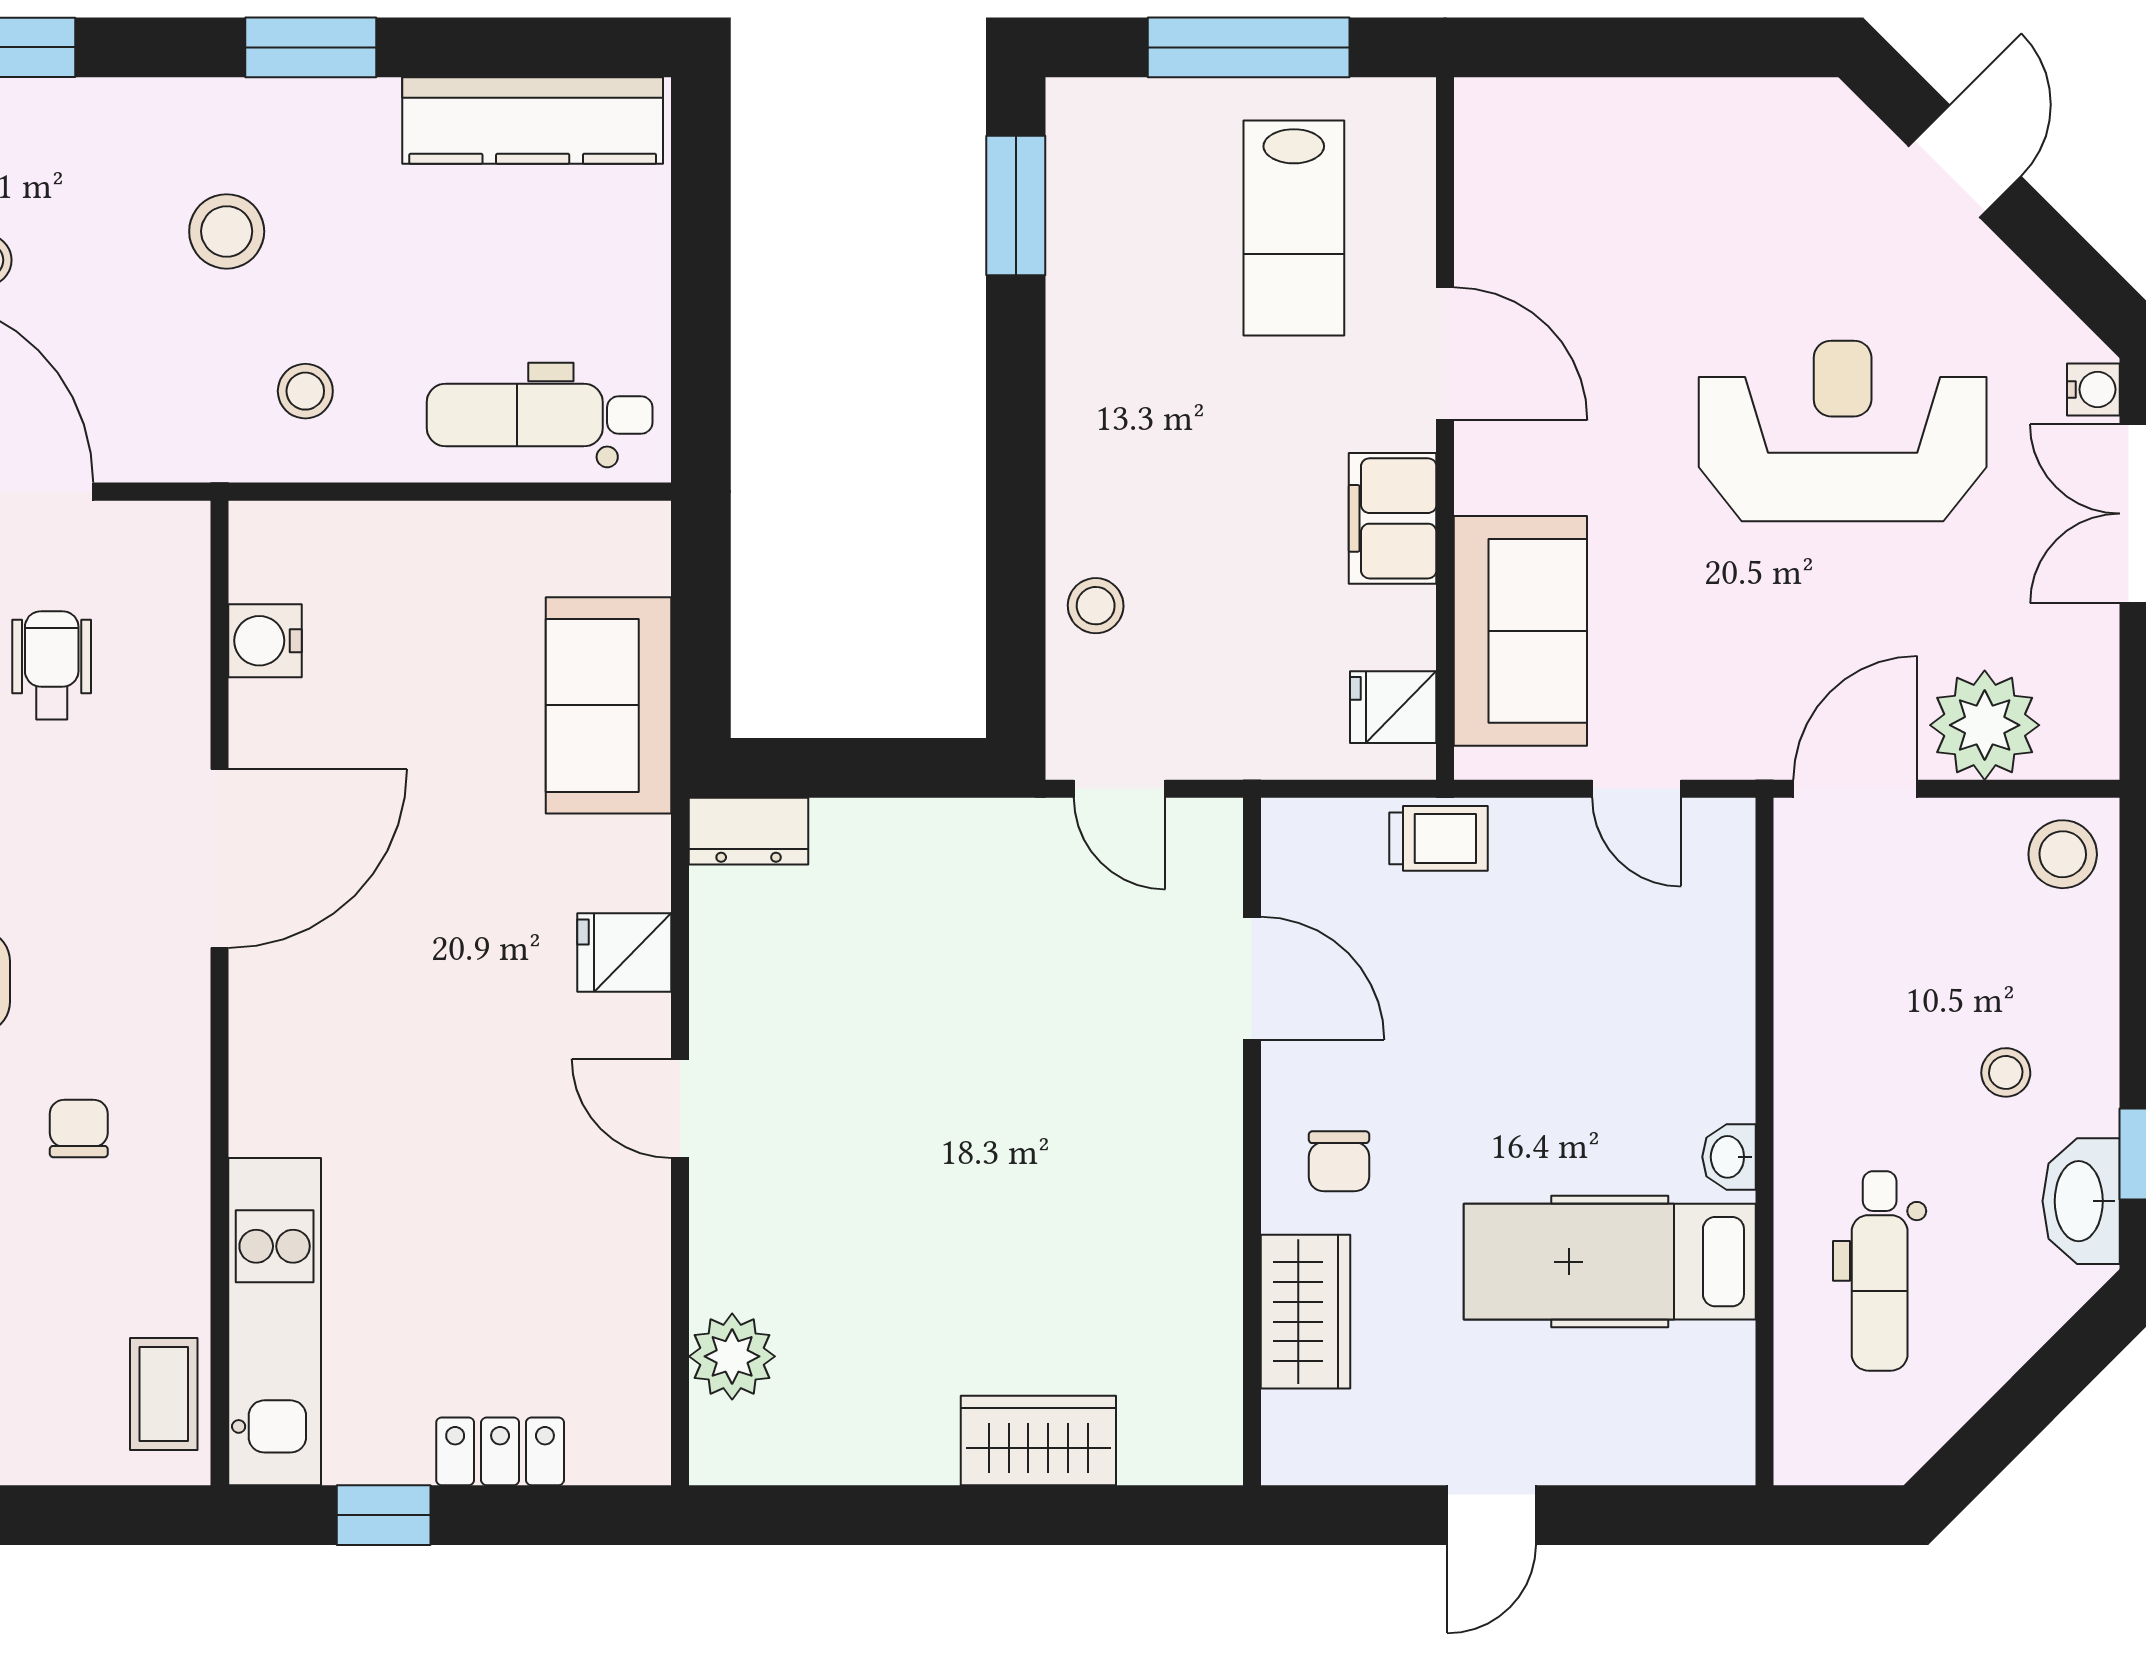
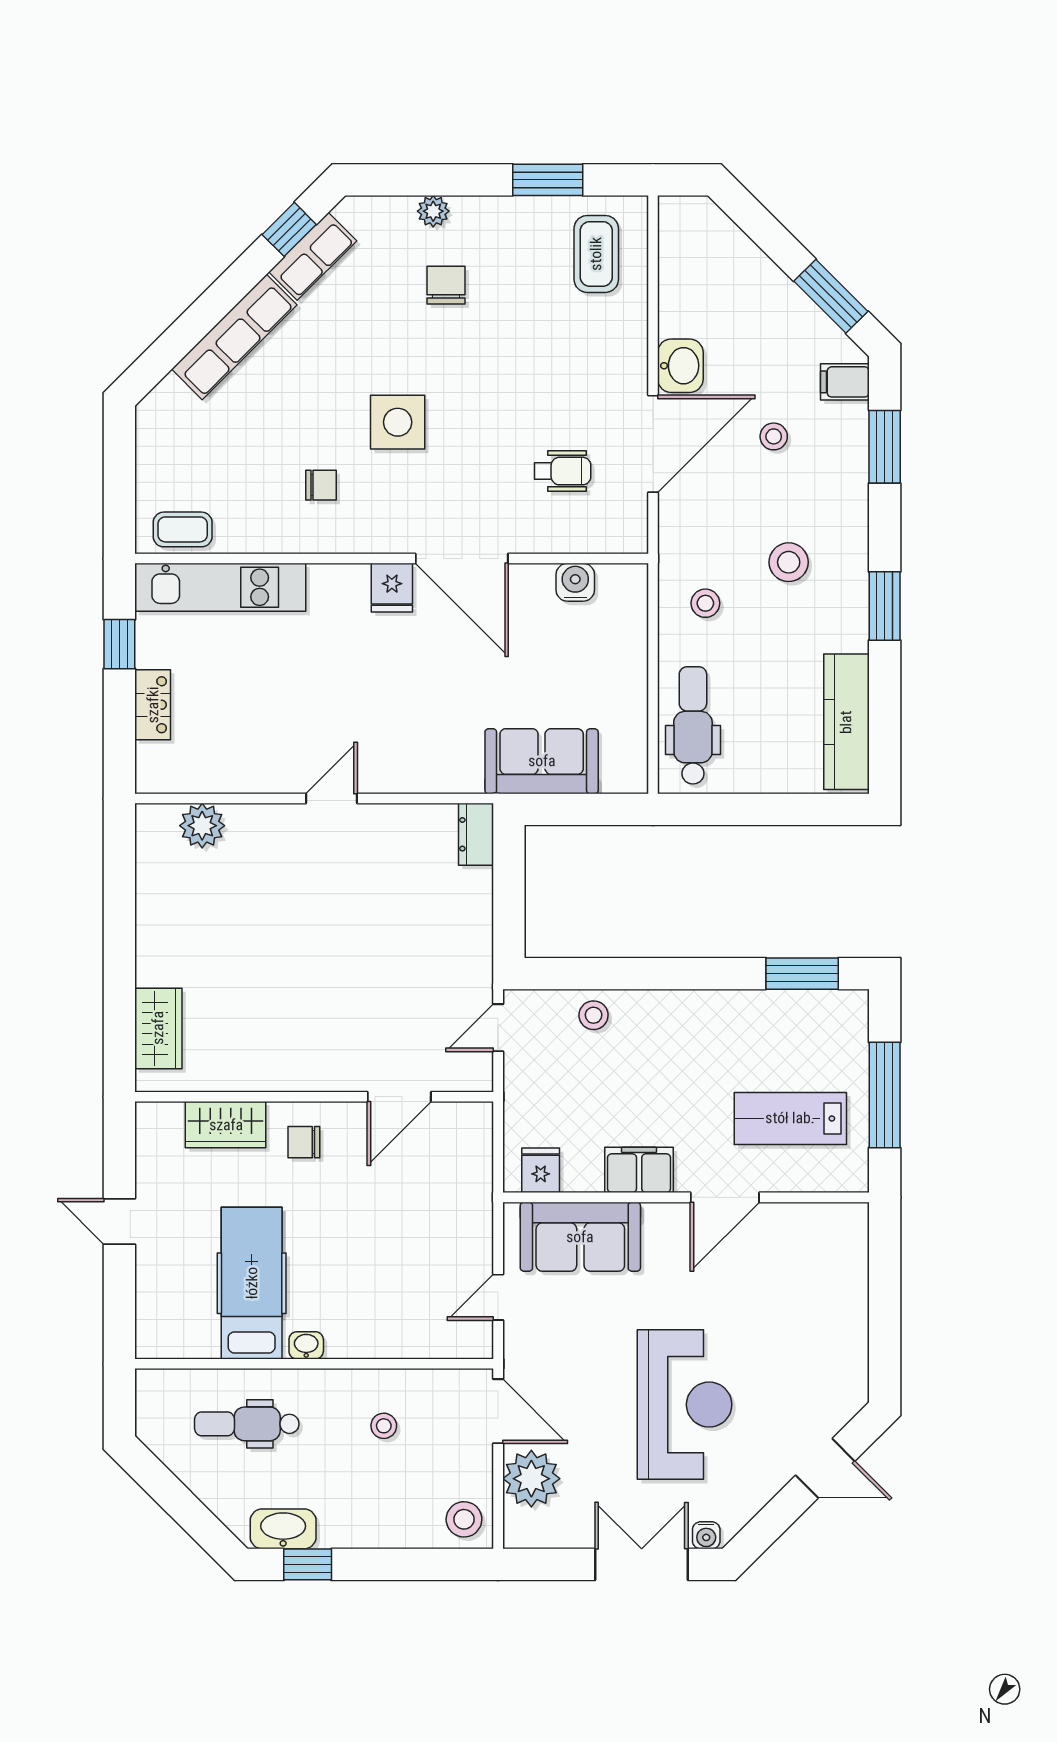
trolley: (1438, 838) -> (472, 1194), removed
fridge: (624, 952) -> (392, 588), moved, turned 180
stool: (2006, 1072) -> (384, 1426), moved
wardrobe: (1038, 1441) -> (158, 1028), moved

